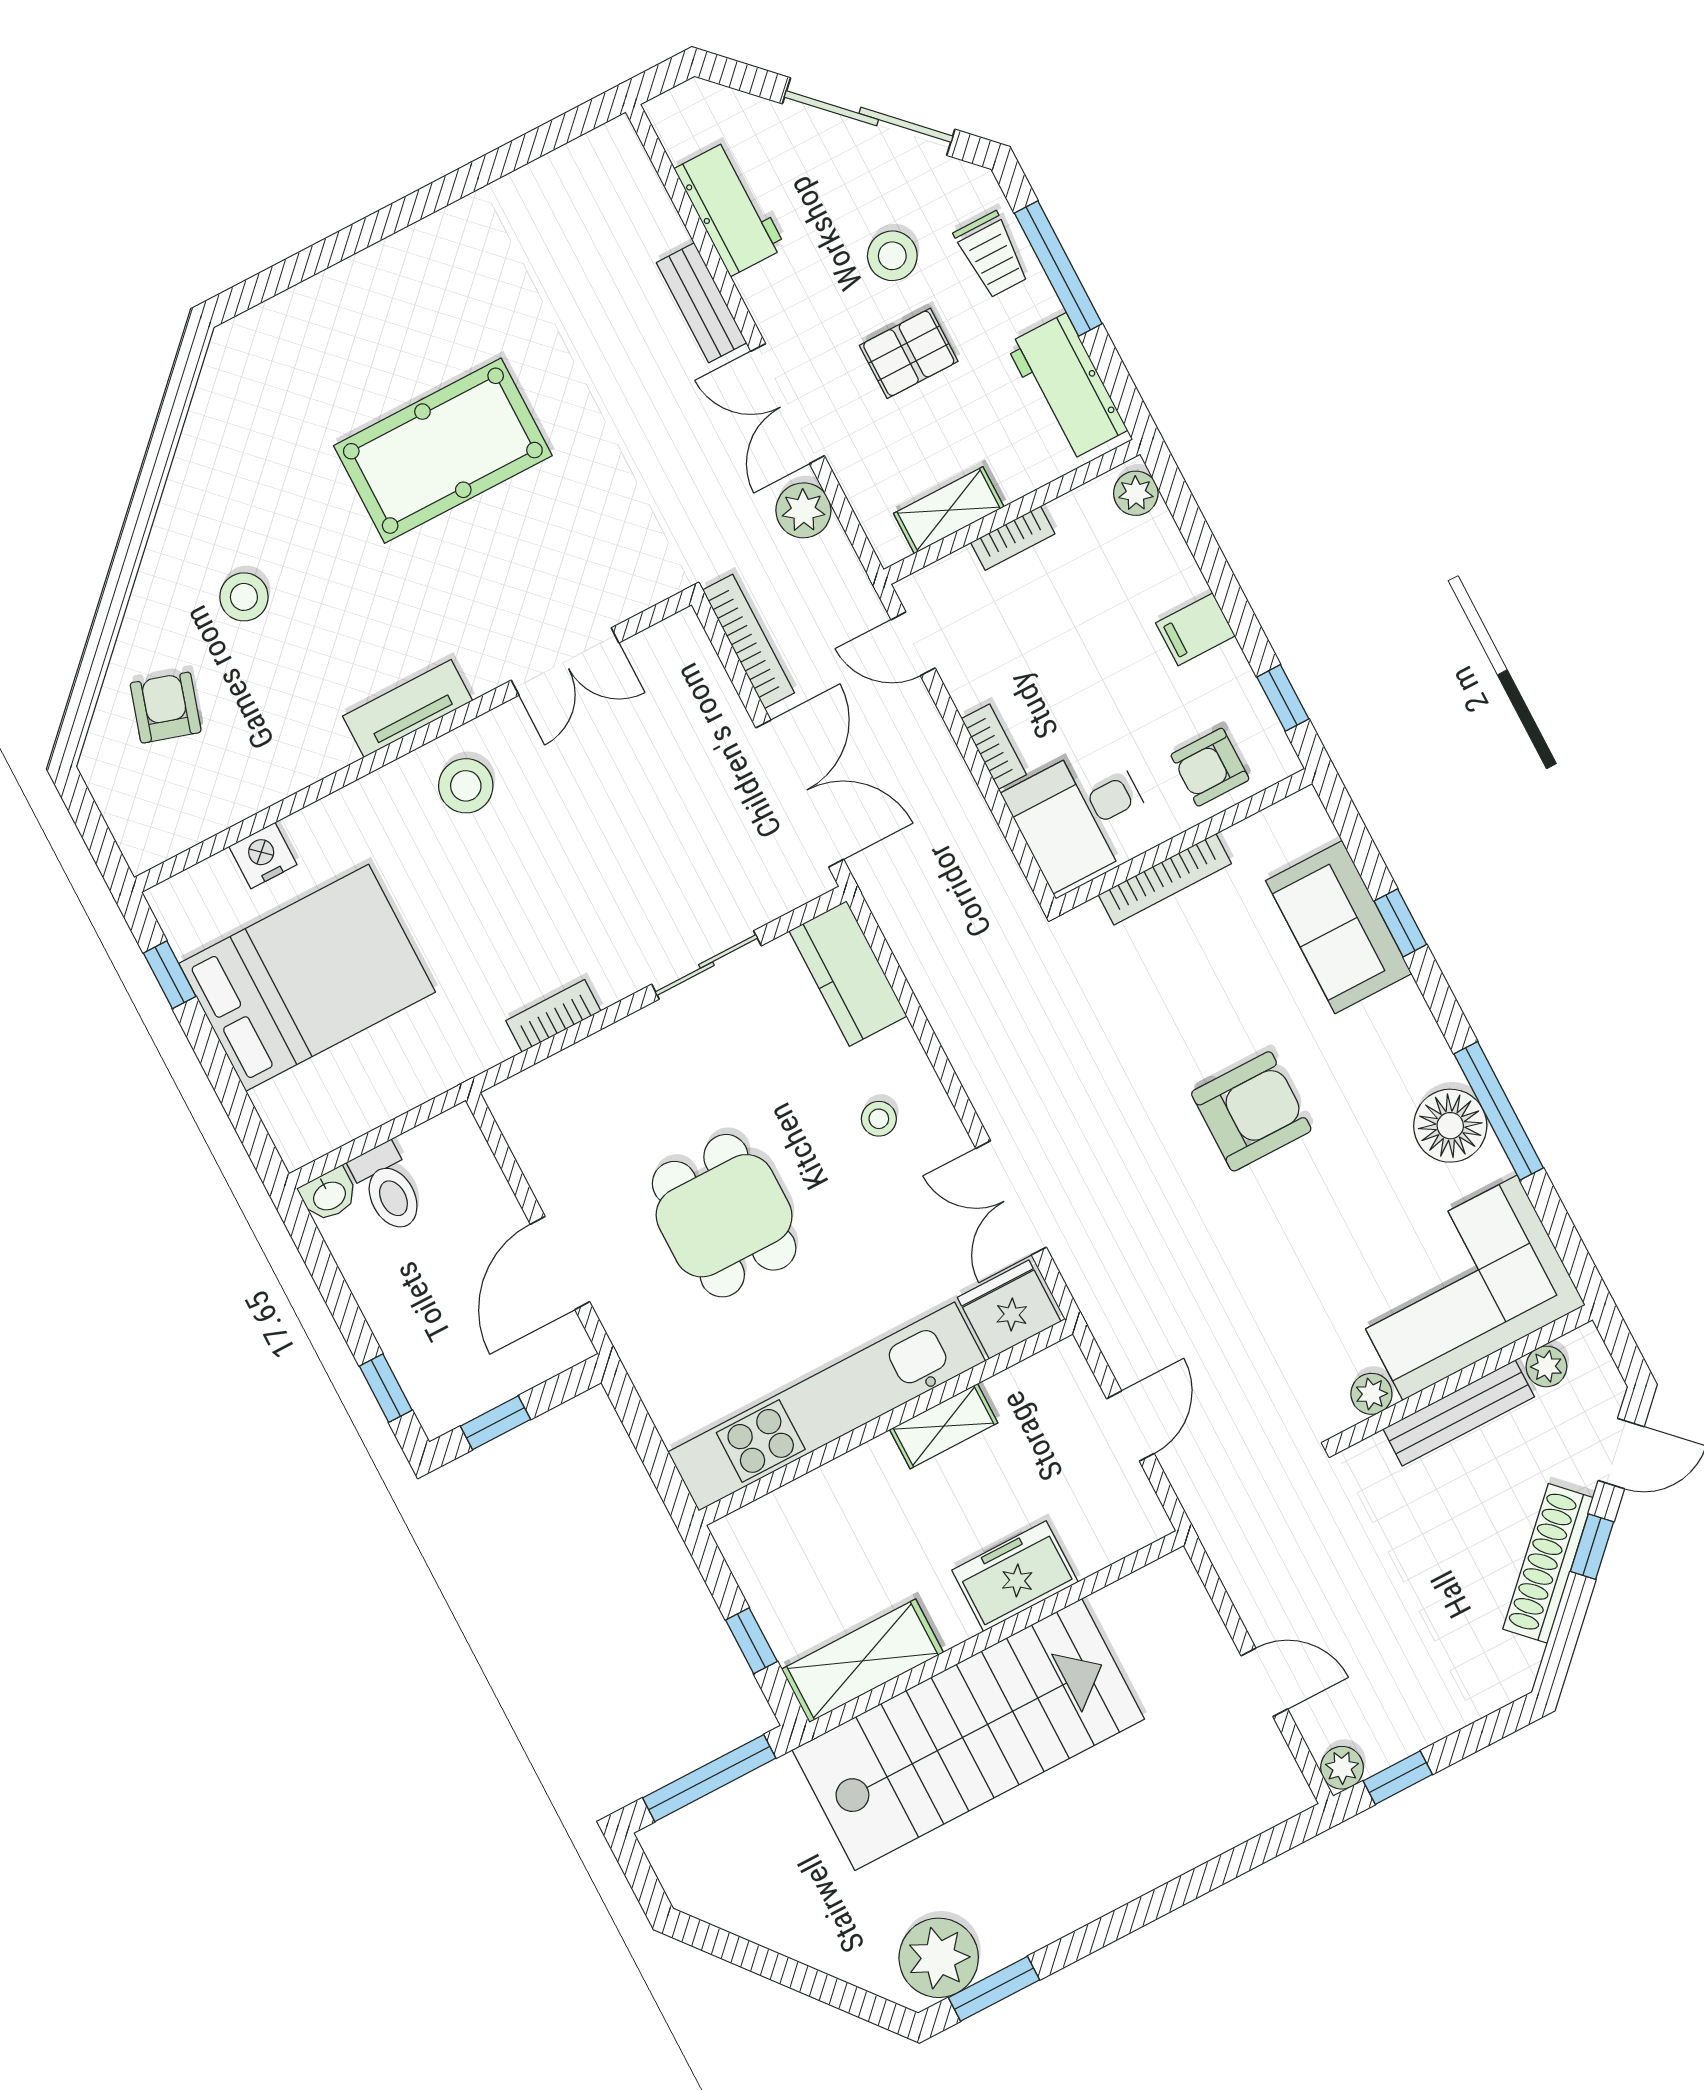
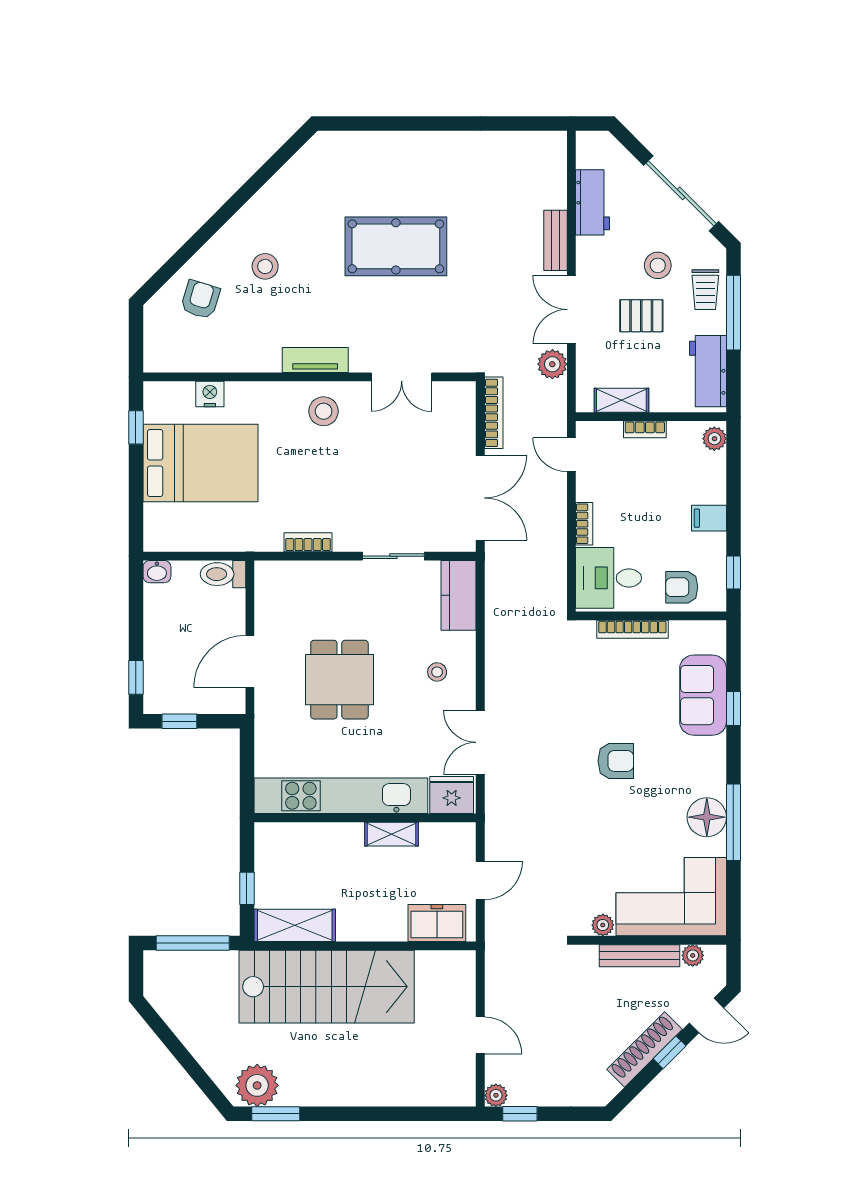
armchair: (1251, 1111) -> (616, 761), width x0.72, depth x0.72
toilet: (388, 1188) -> (223, 574), moved, turned 90
freezer: (1015, 1576) -> (437, 923), moved

